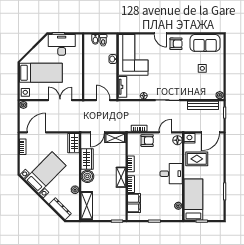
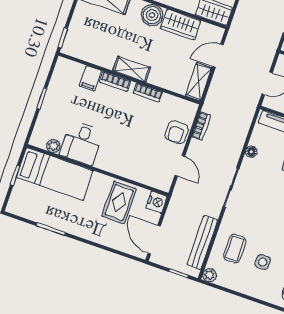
coffee table: (200, 86) -> (235, 249), added
door: (97, 132) -> (218, 56), hinge flipped
floor lamp: (177, 140) -> (160, 182), removed
desk: (171, 174) -> (81, 143), moved
filing cabinet: (134, 203) -> (90, 78), width x0.50

